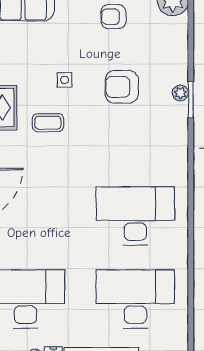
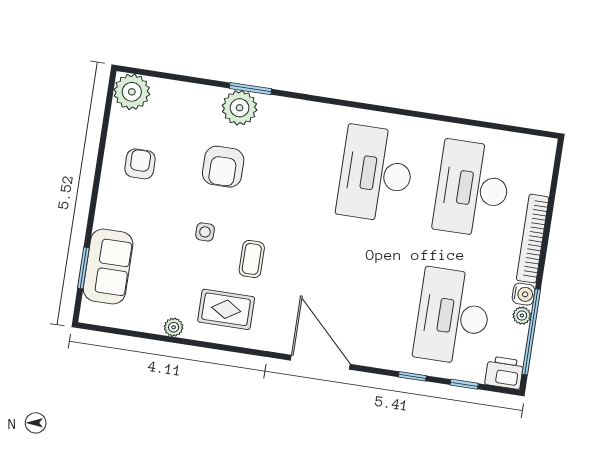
armchair: (113, 17) -> (140, 164), turned 180
plant: (180, 93) -> (240, 108), width x1.88, depth x1.88

